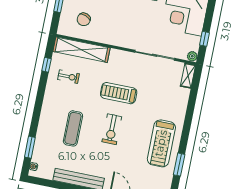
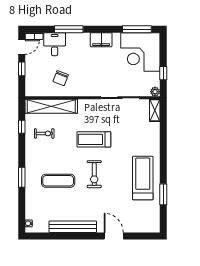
chair: (84, 19) -> (61, 78), moved
exercise mat: (73, 128) -> (58, 181), turned 90
treadmill: (161, 143) -> (143, 178), turned 180
window: (30, 147) -> (22, 177), moved

